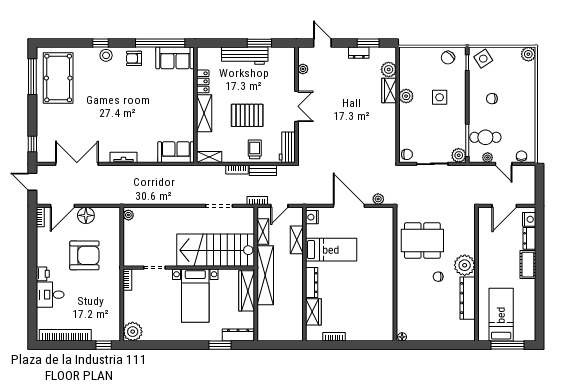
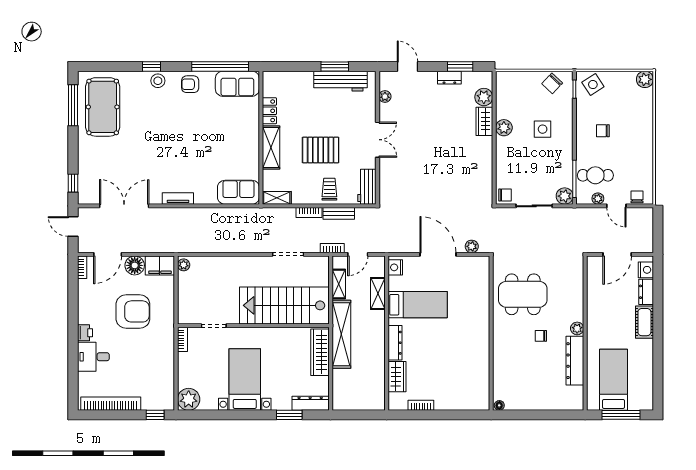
workbench: (245, 56) -> (340, 81), moved
filing cabinet: (108, 216) -> (160, 266), added
plant: (465, 265) -> (577, 328), width x0.53, depth x0.53
bed with nightstands: (195, 296) -> (245, 380), moved, turned 180

